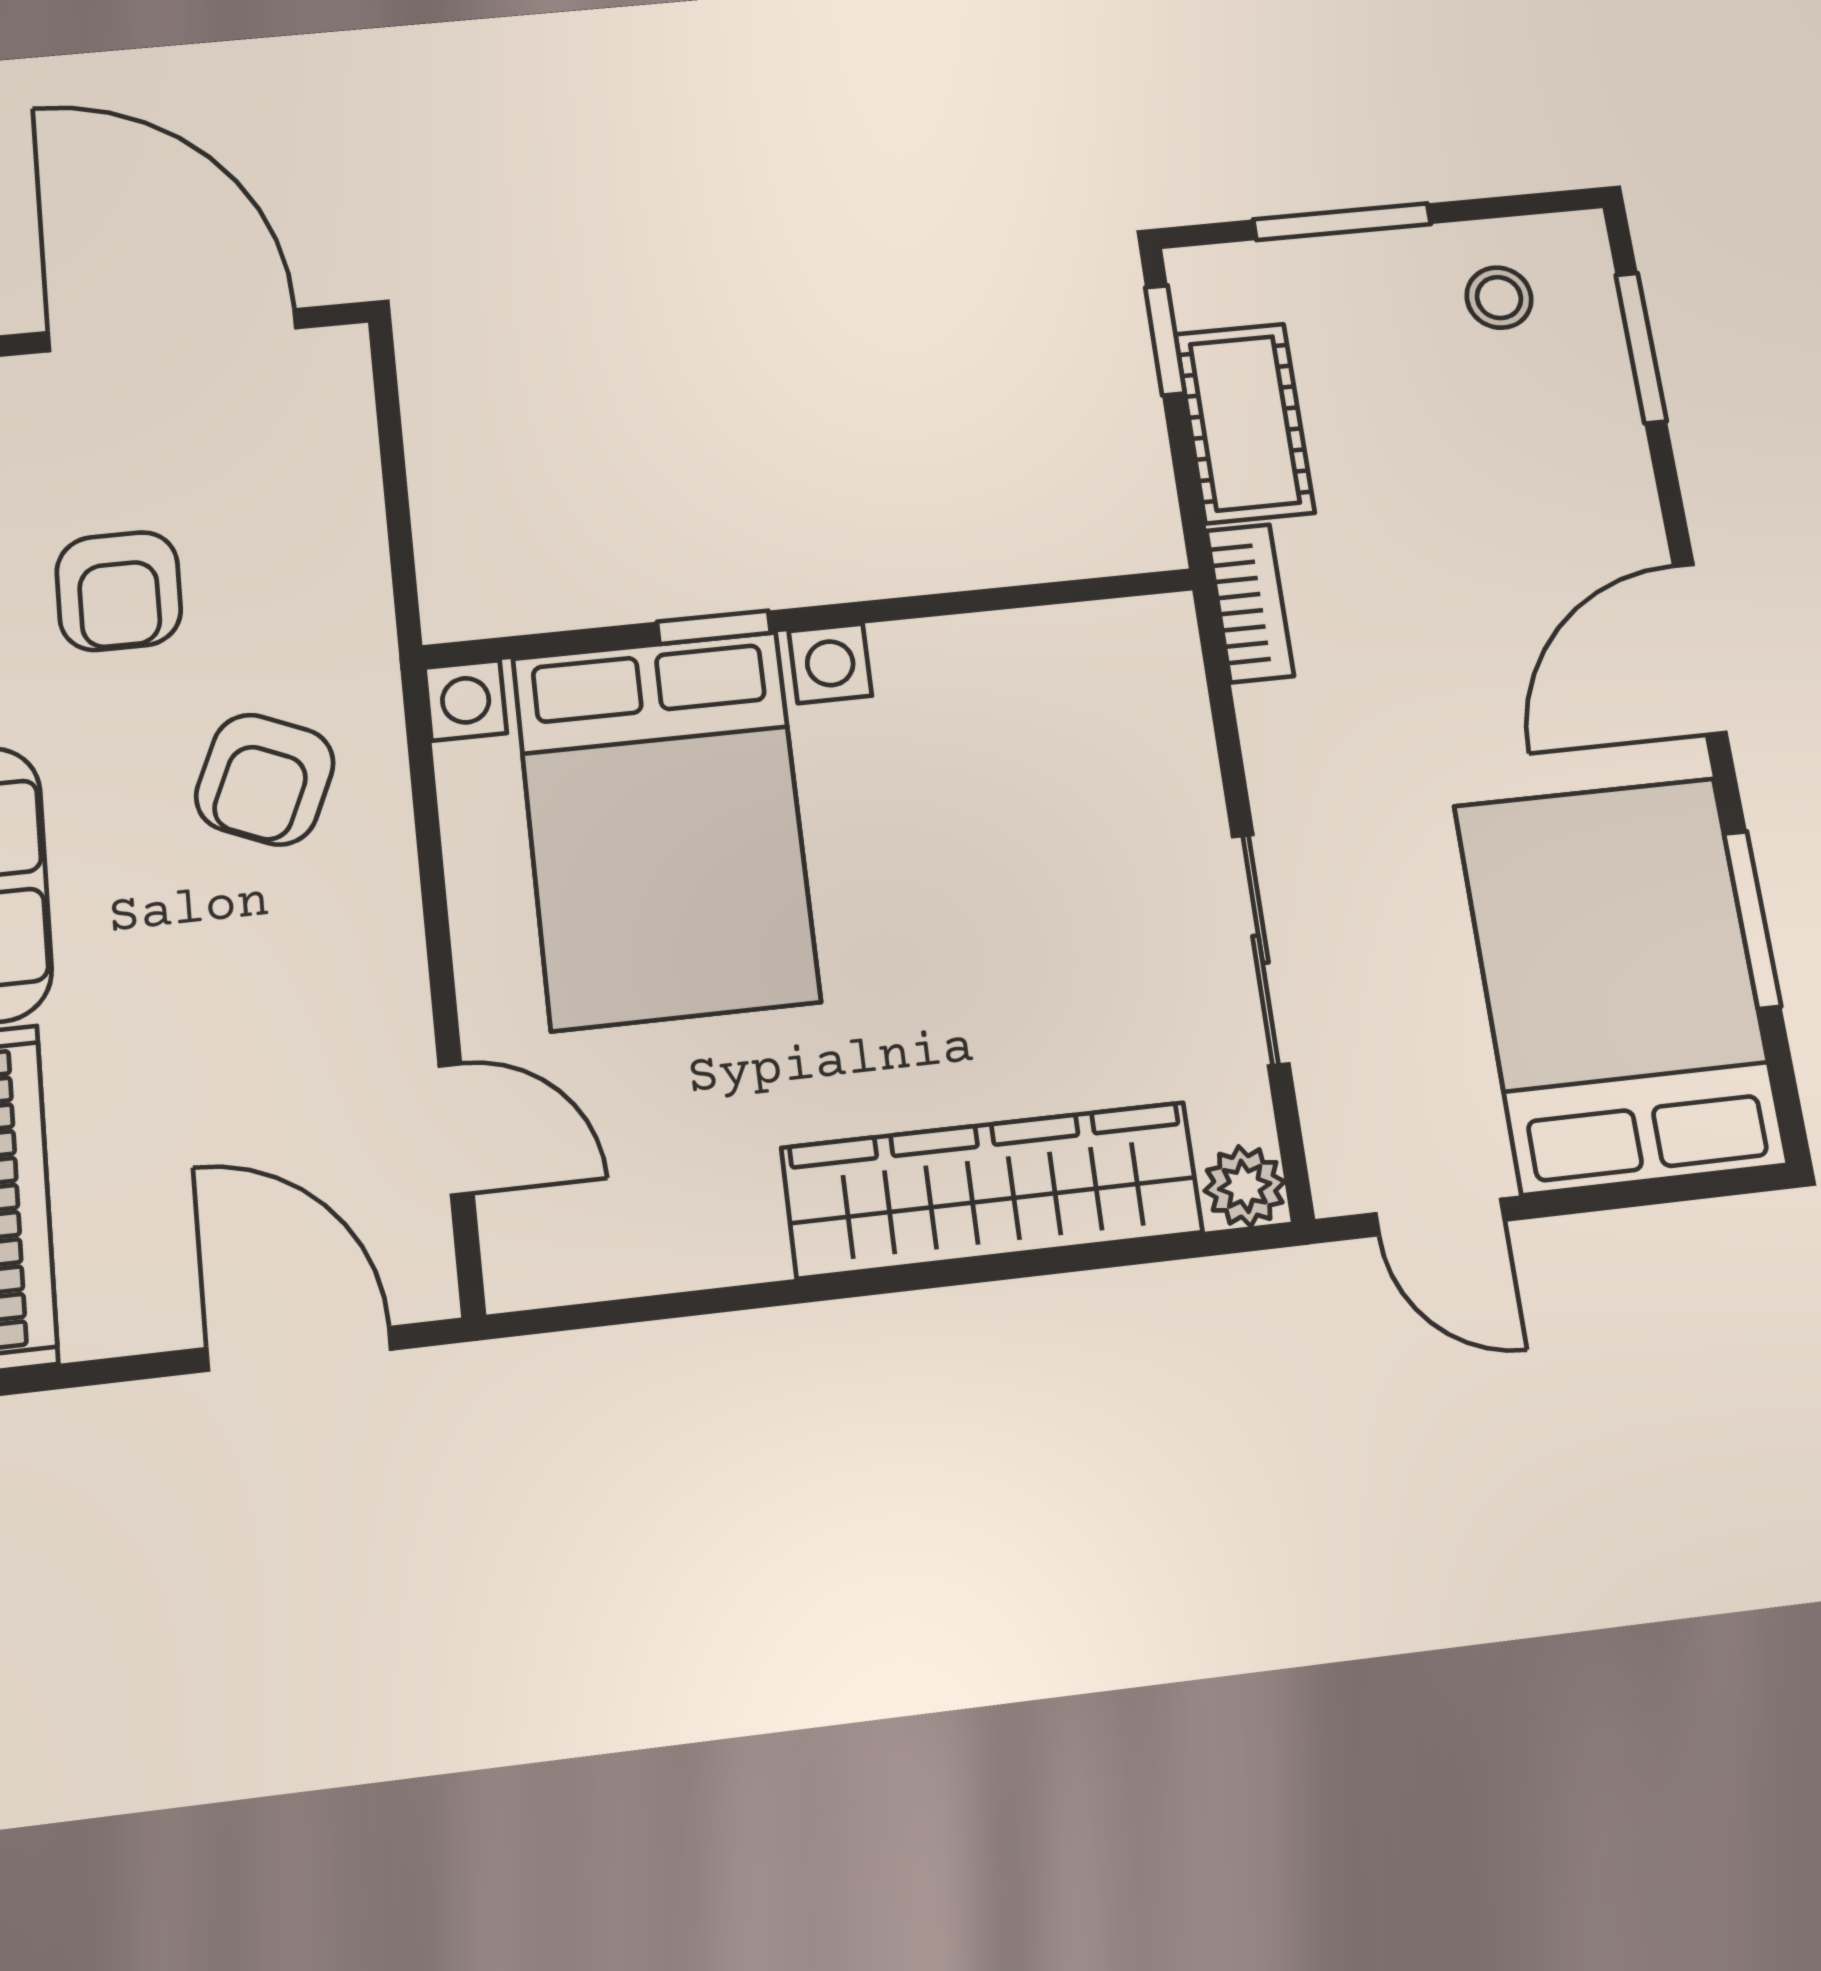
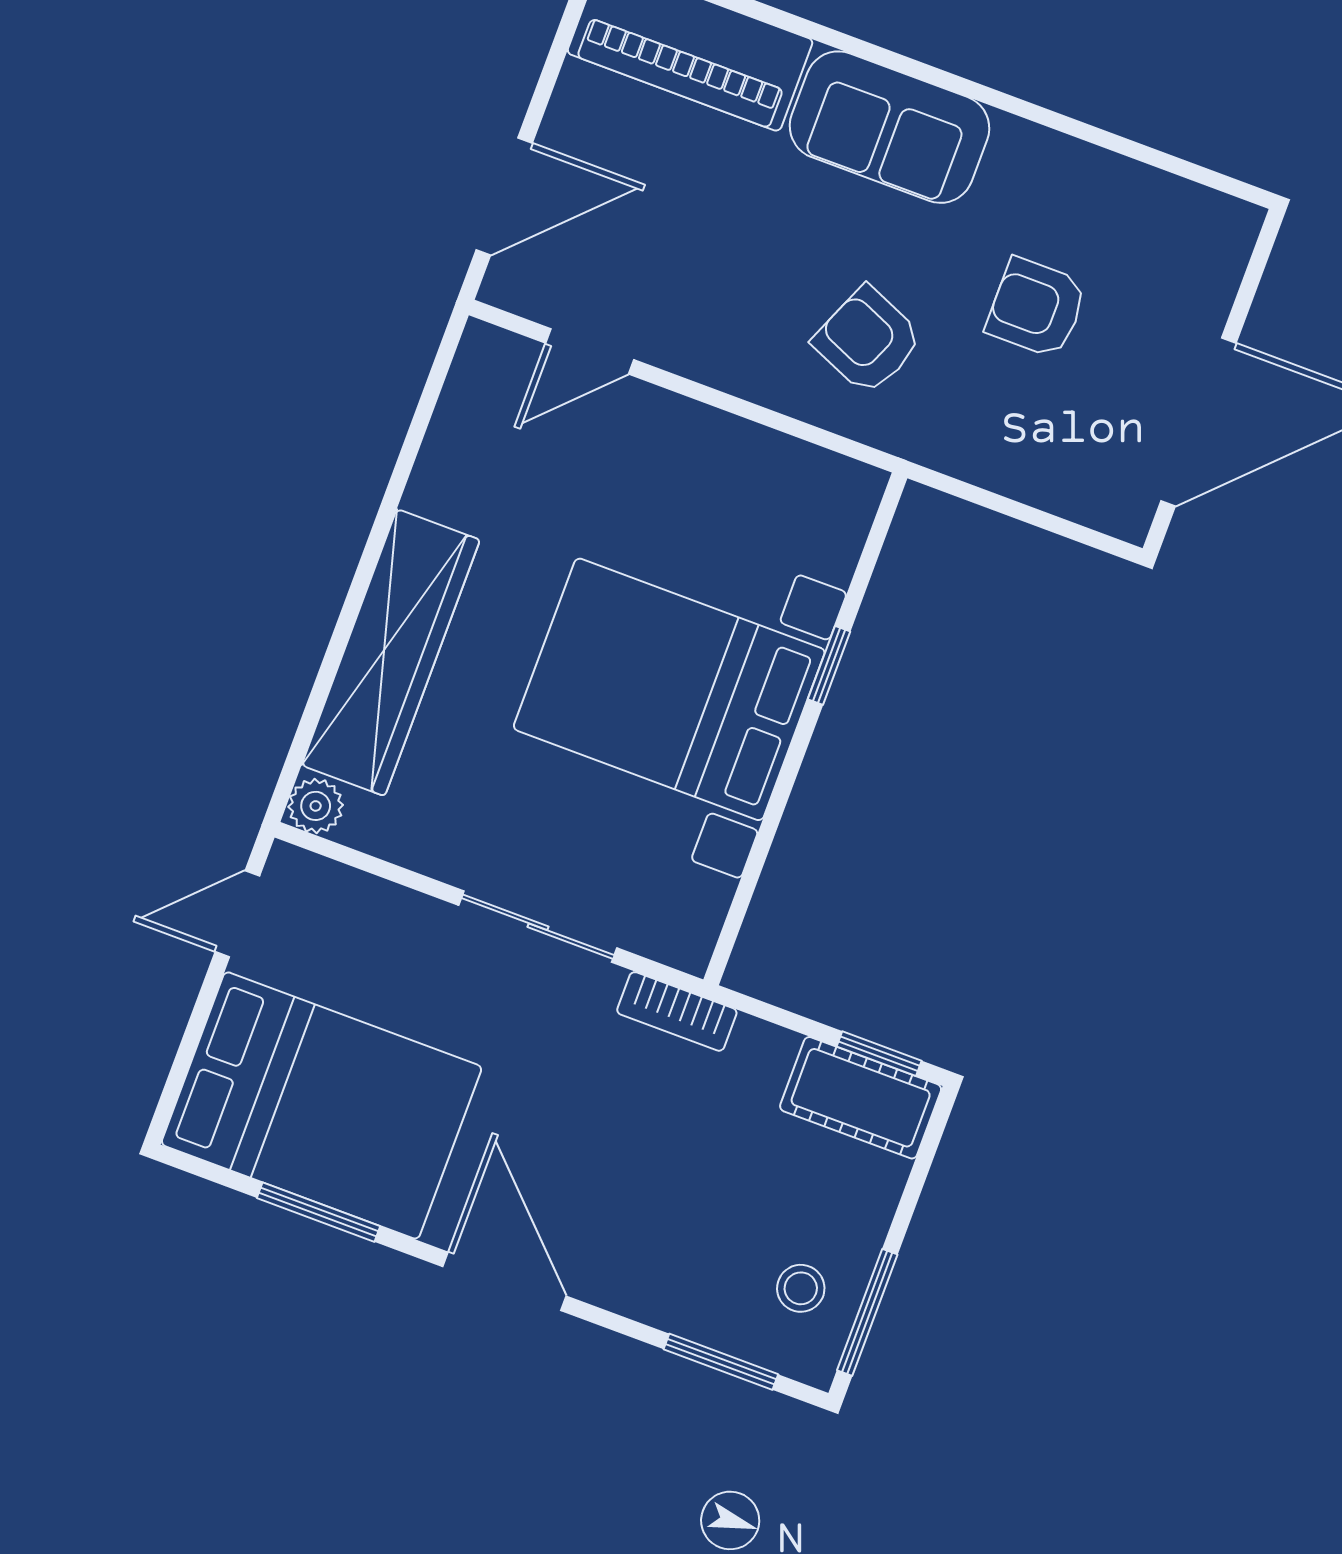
window: (1342, 222) -> (867, 1312), moved
cot: (1245, 423) -> (861, 1098), moved
bed with nightstands: (665, 829) -> (669, 689), moved
sliding door: (1260, 949) -> (538, 927), moved

